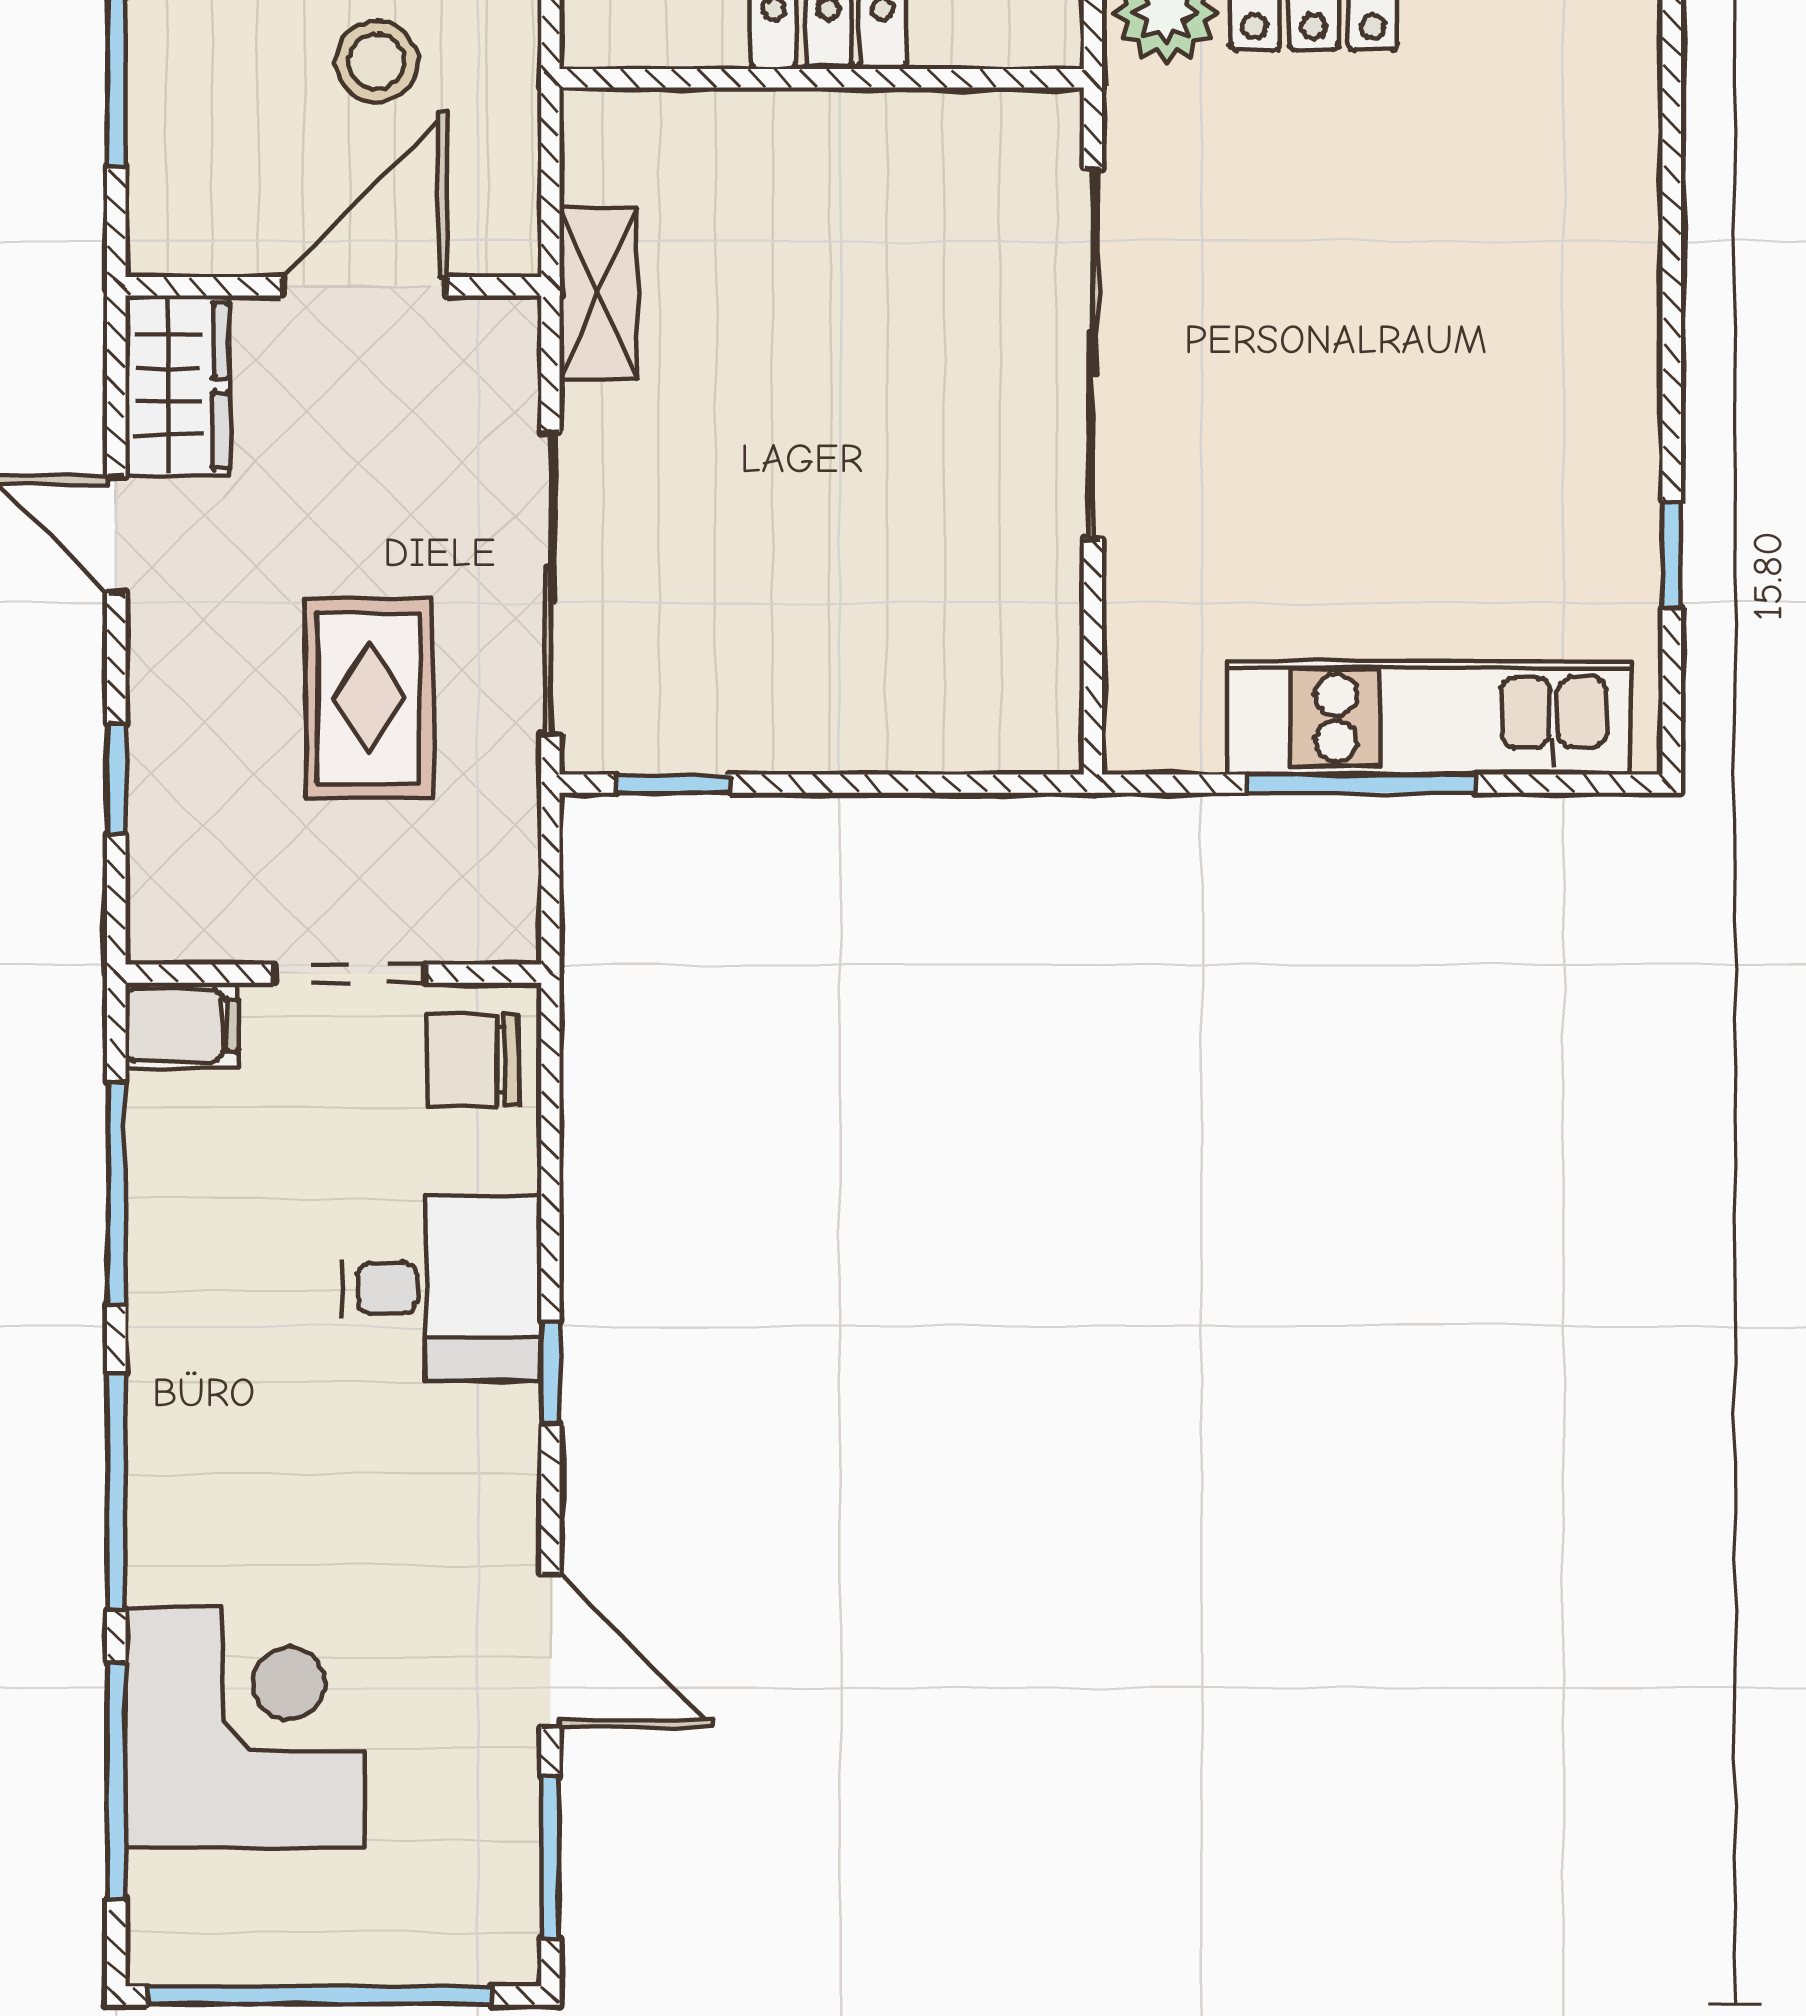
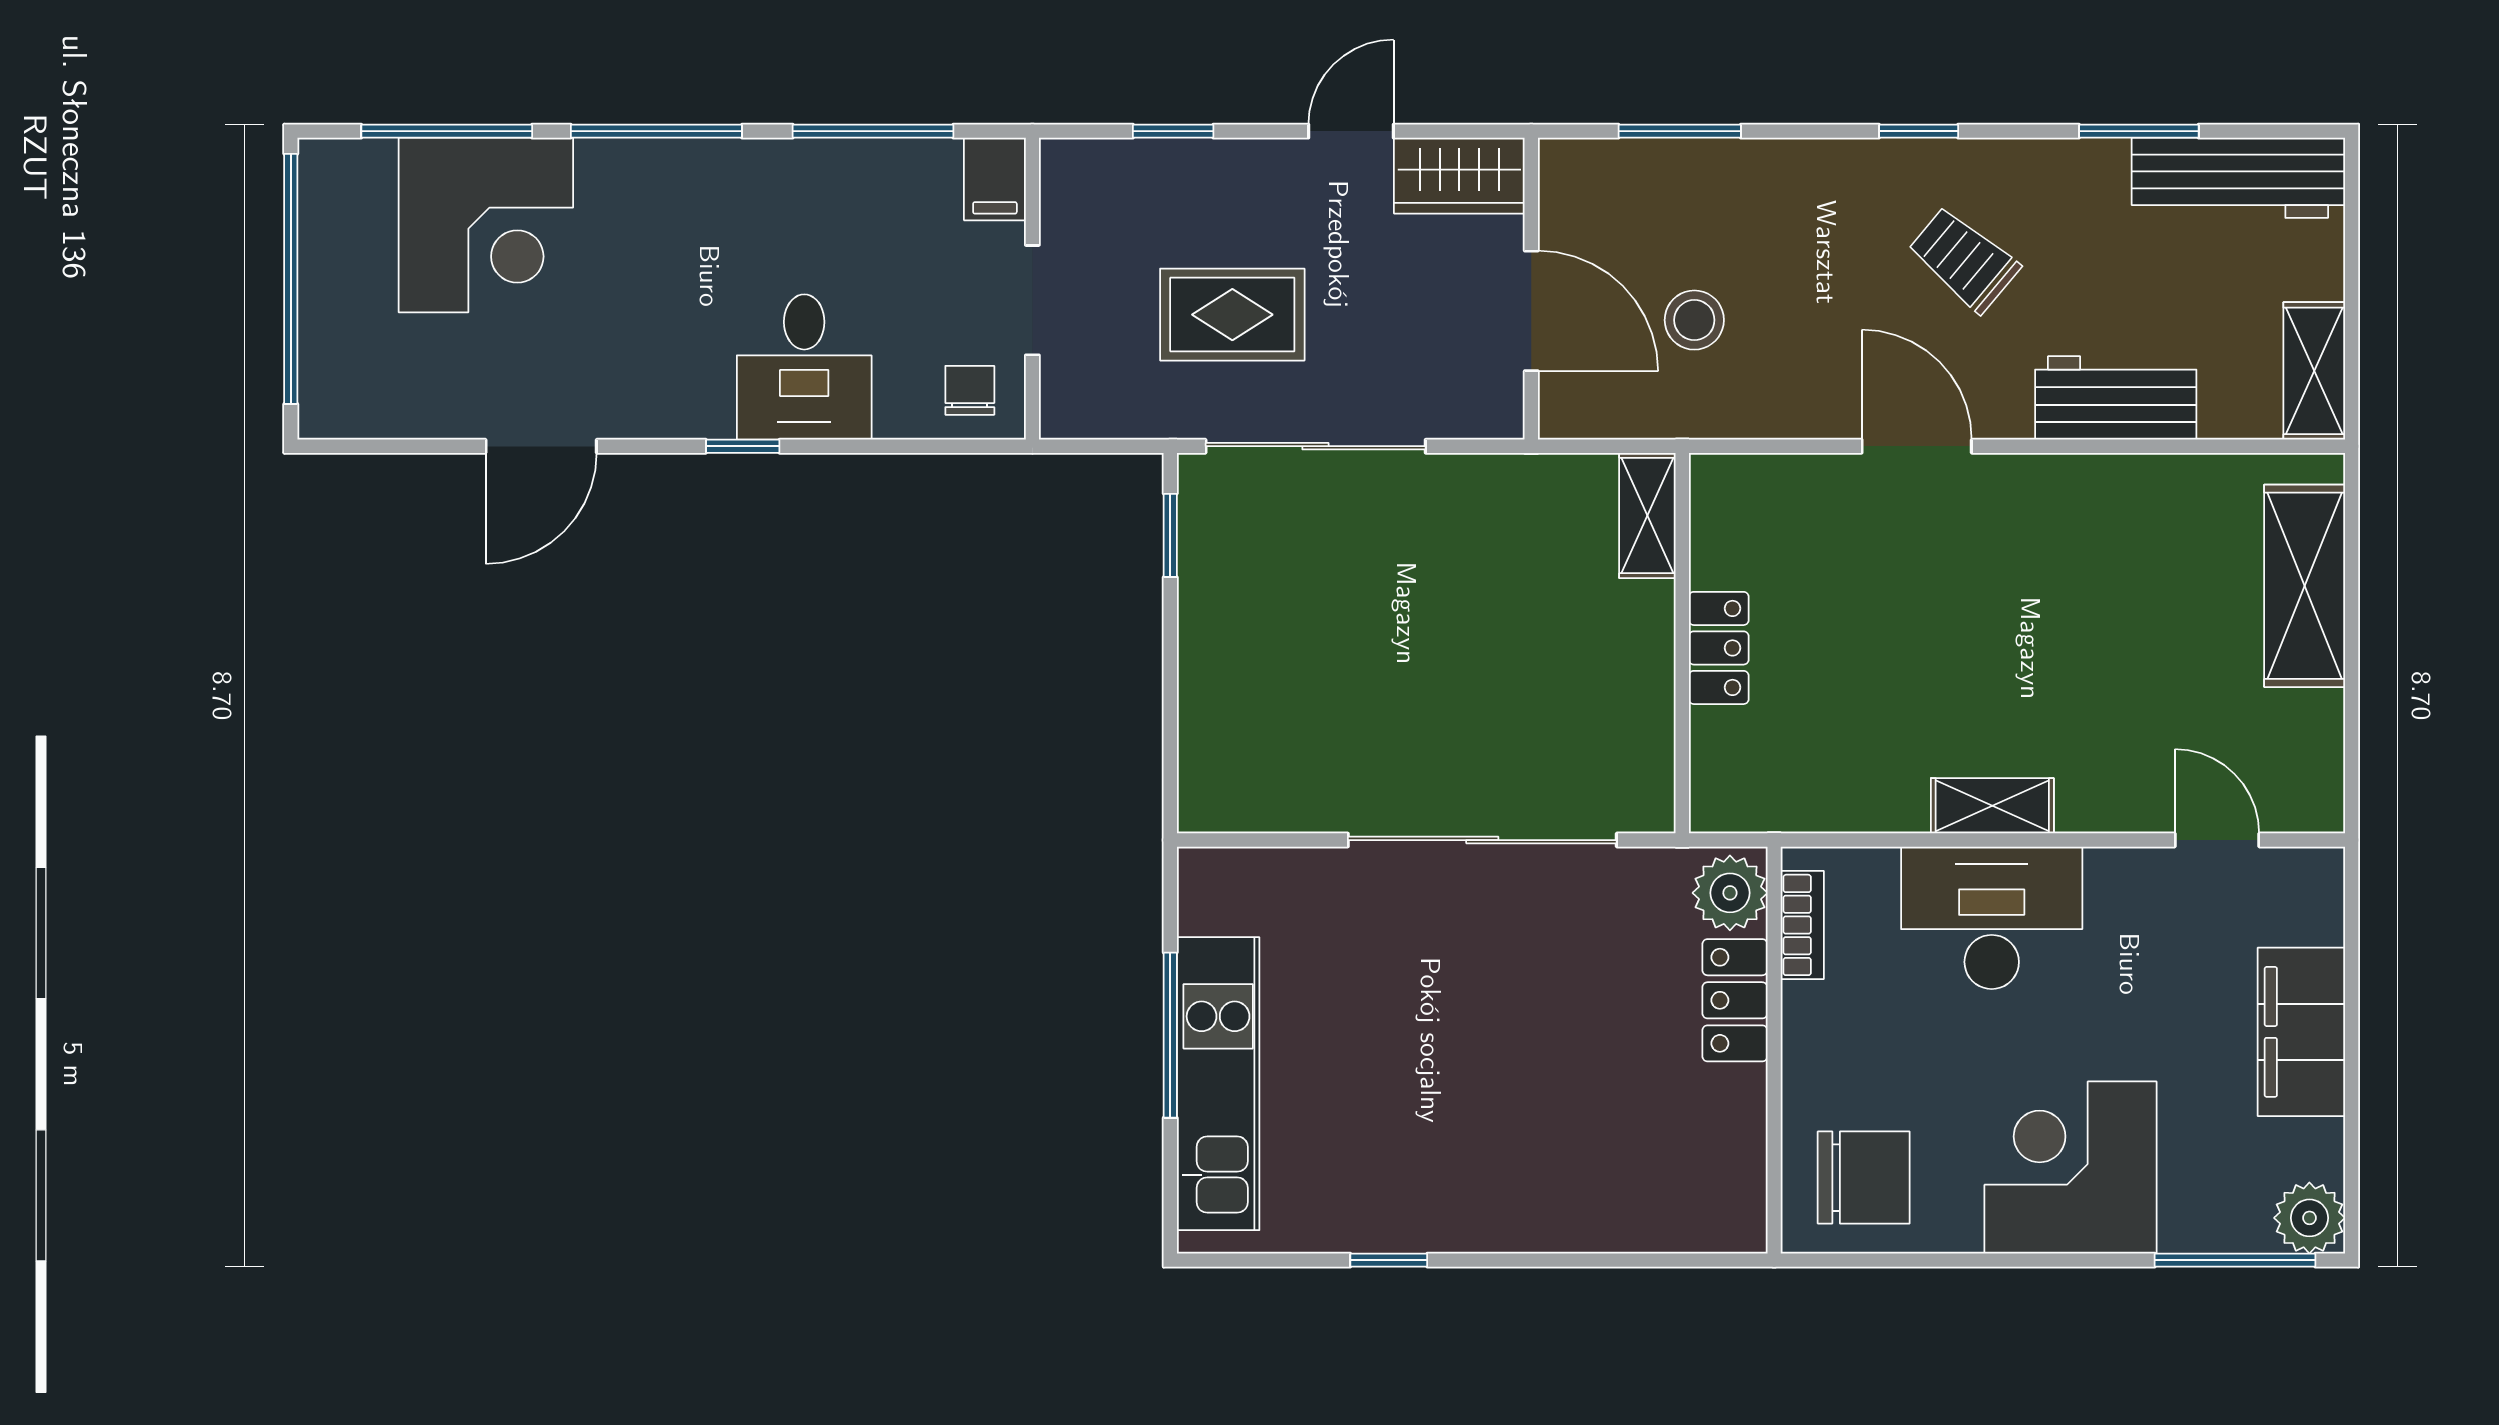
shelving: (598, 293) -> (1647, 515), moved, turned 90
window: (1672, 555) -> (1389, 1260), moved
chair: (473, 1060) -> (970, 390), width x0.73, depth x0.73
window: (550, 1858) -> (391, 446), removed

